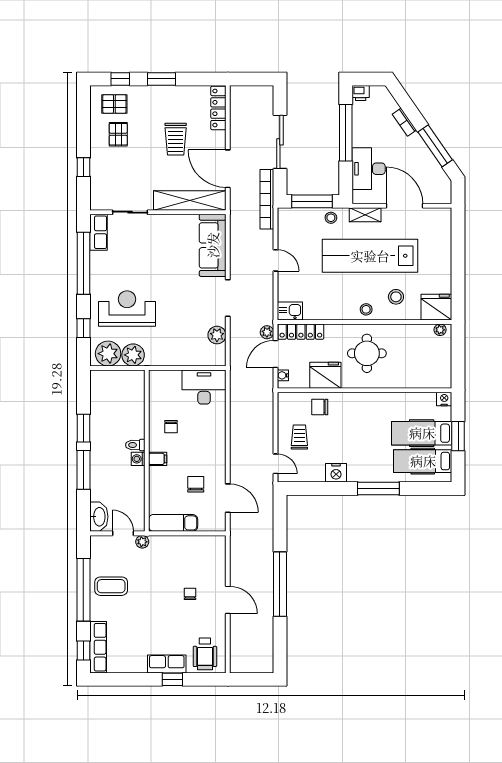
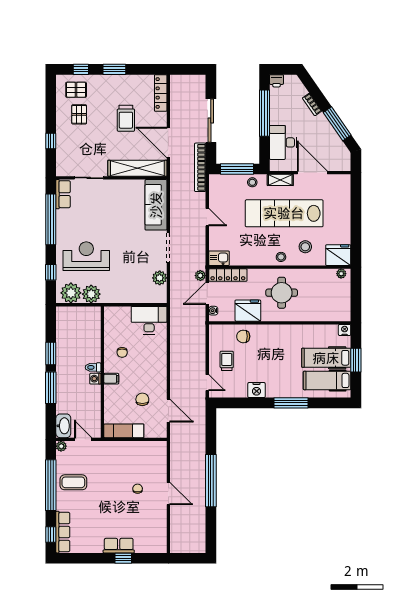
plant: (142, 542) -> (61, 446), moved
wheelchair: (205, 654) -> (150, 537), removed

